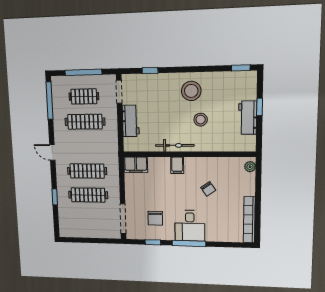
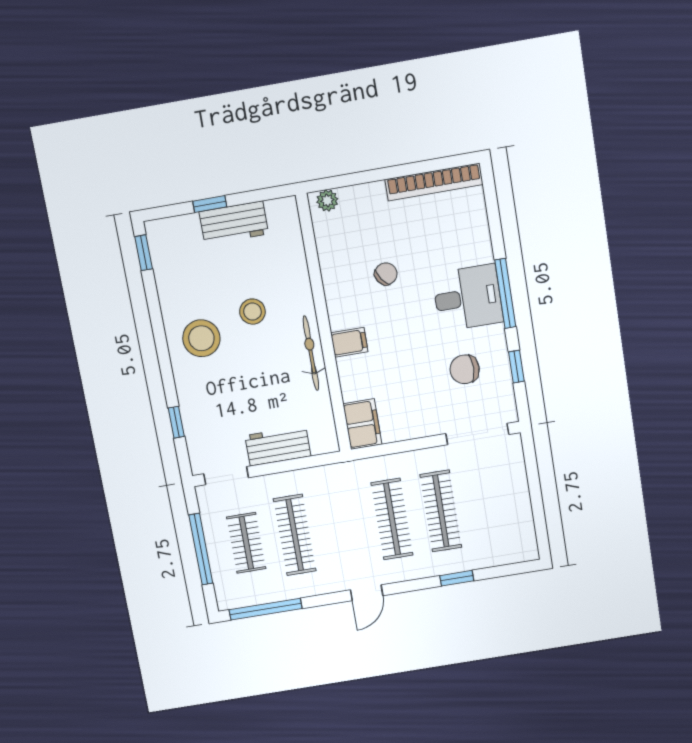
chair: (155, 218) -> (465, 369), turned 180

